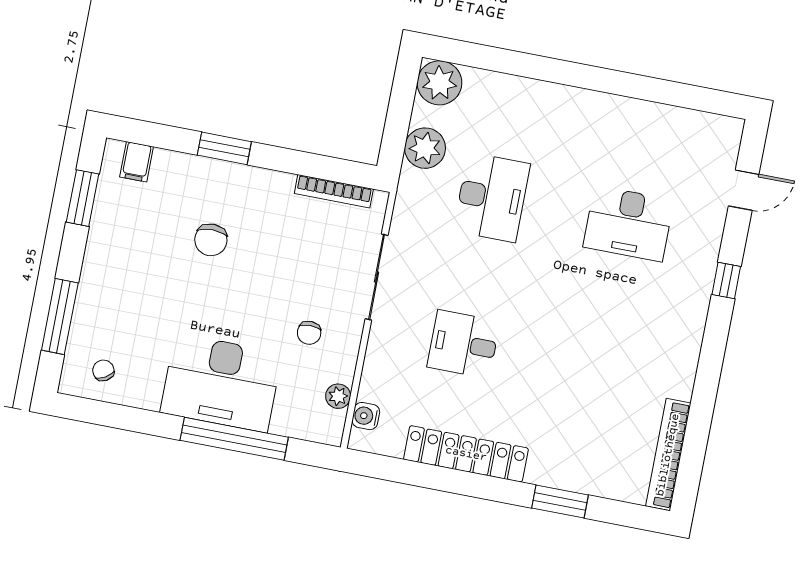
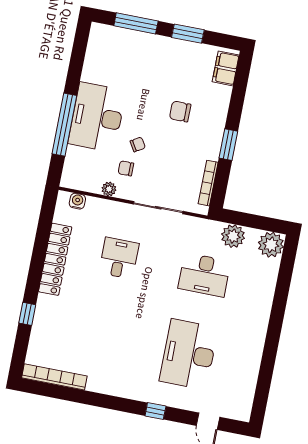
window: (224, 148) -> (228, 145), moved
filing cabinet: (137, 162) -> (226, 68), width x2.00
window: (83, 198) -> (188, 34), moved
desk: (628, 224) -> (189, 354), width x1.36, depth x1.30
chair: (103, 370) -> (138, 144), moved
plant: (338, 396) -> (109, 189), moved
window: (560, 502) -> (27, 314), width x0.67

